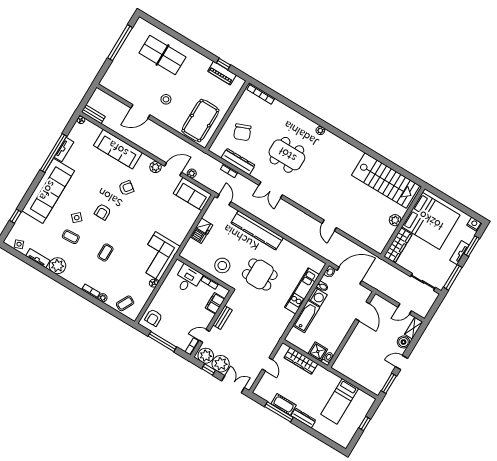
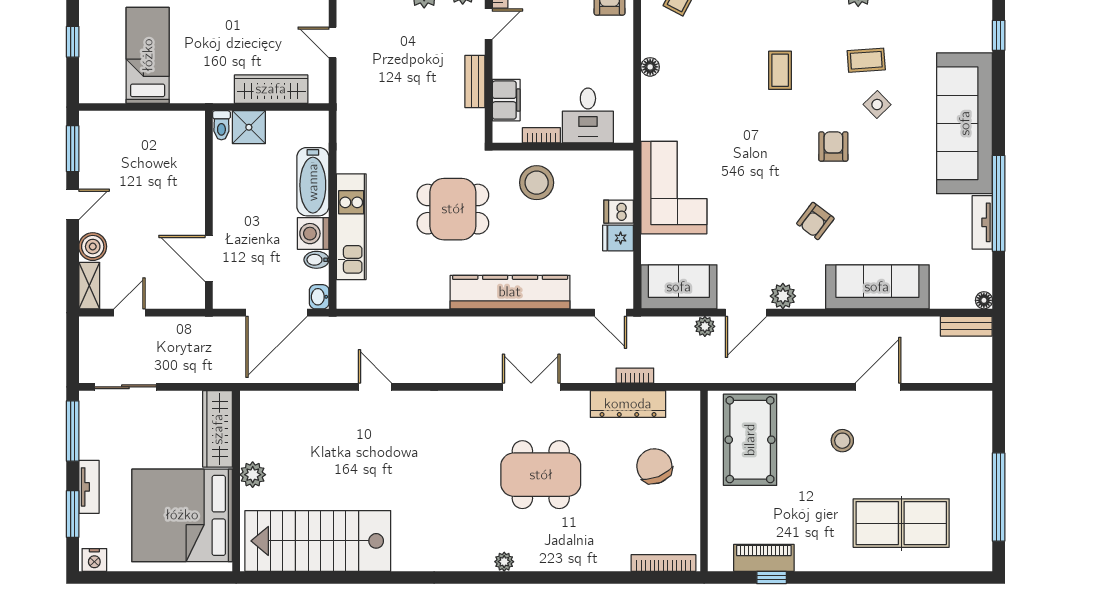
corner sofa: (158, 256) -> (674, 188), moved

